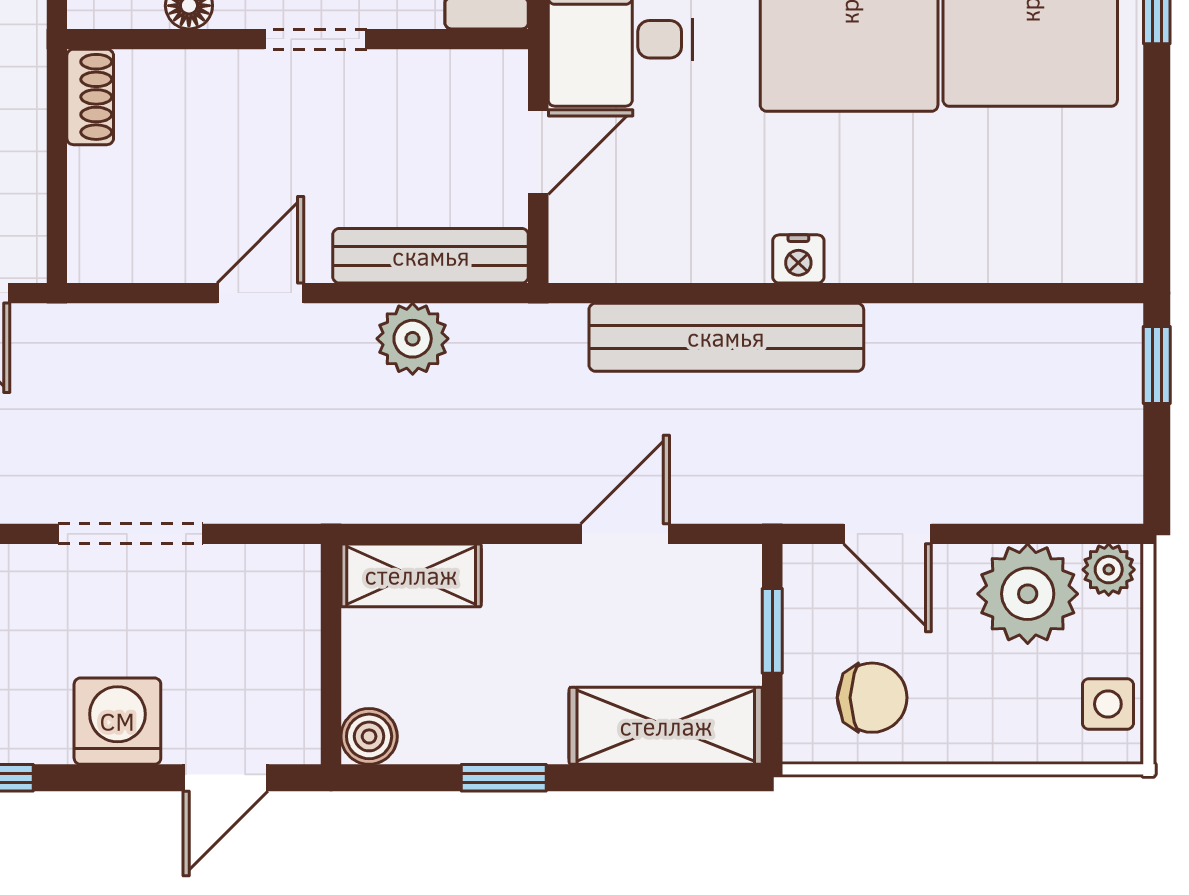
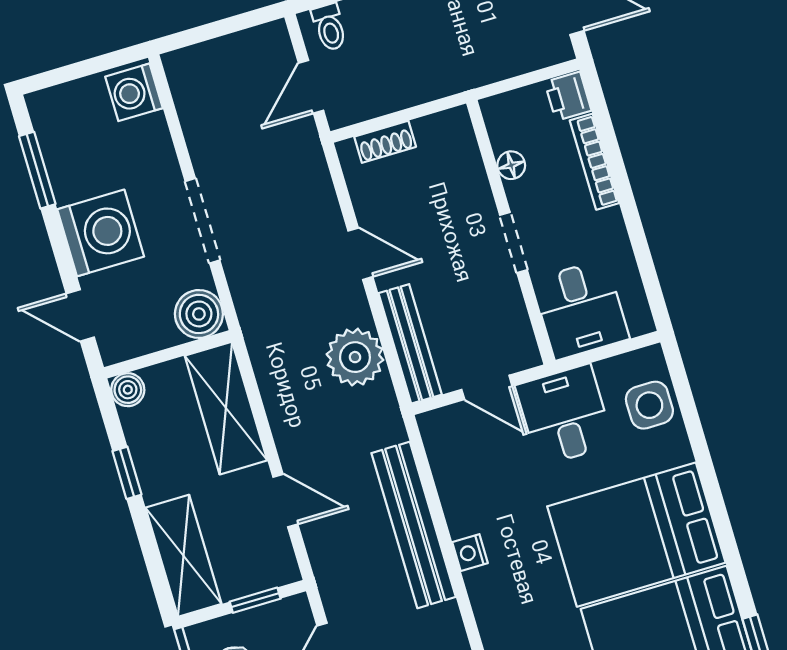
shoe rack: (90, 97) -> (385, 142), moved
plant: (413, 339) -> (355, 357), width x1.36, depth x1.36
shelving: (411, 575) -> (226, 408), width x1.50, depth x1.33
boiler: (280, 584) -> (199, 314), added
washing machine: (117, 721) -> (101, 233), width x1.37, depth x1.37

